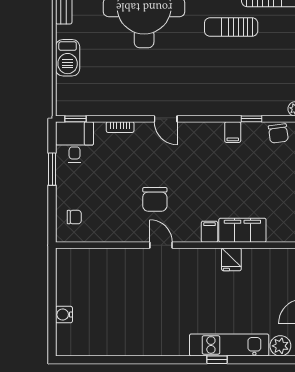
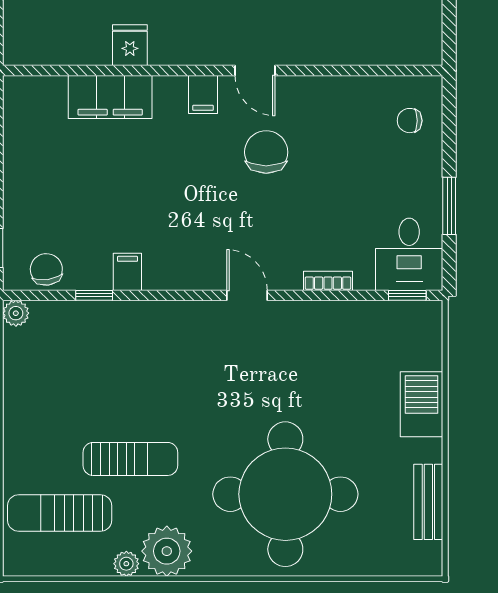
filing cabinet: (209, 232) -> (203, 94), moved

